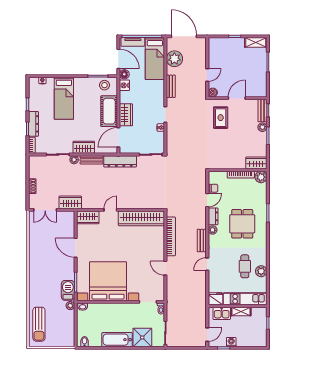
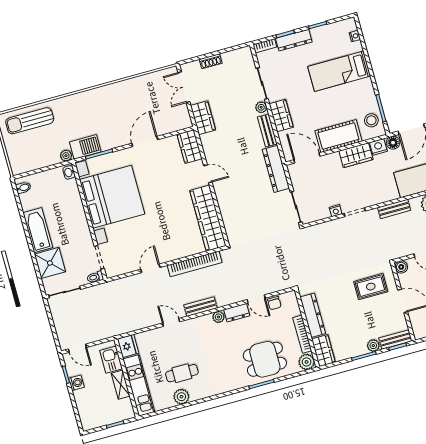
wardrobe: (126, 115) -> (356, 155), moved
dresser: (230, 164) -> (313, 315), added
dining table: (242, 224) -> (265, 359), moved

